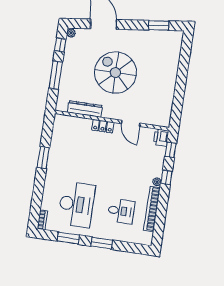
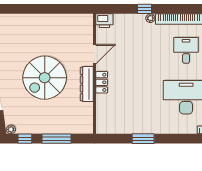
dresser: (85, 109) -> (87, 84), moved
window: (171, 150) -> (115, 9), removed

